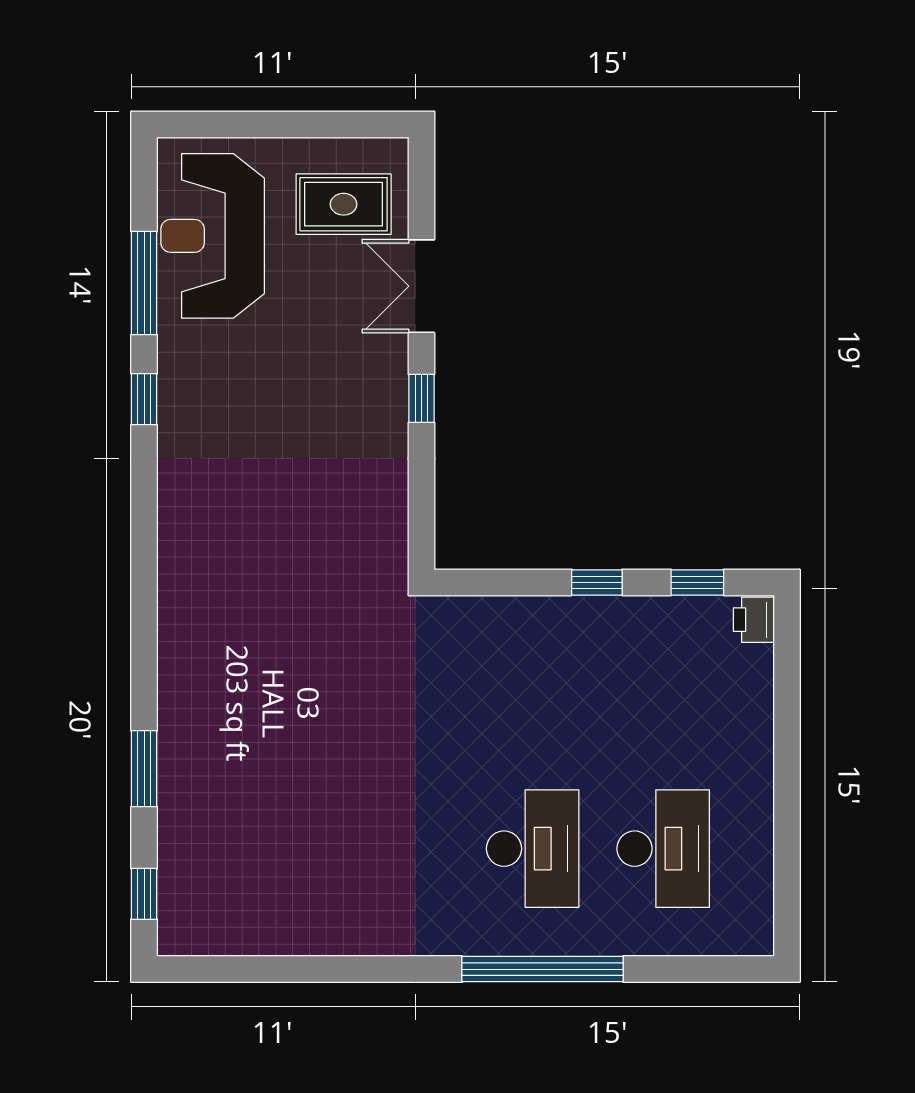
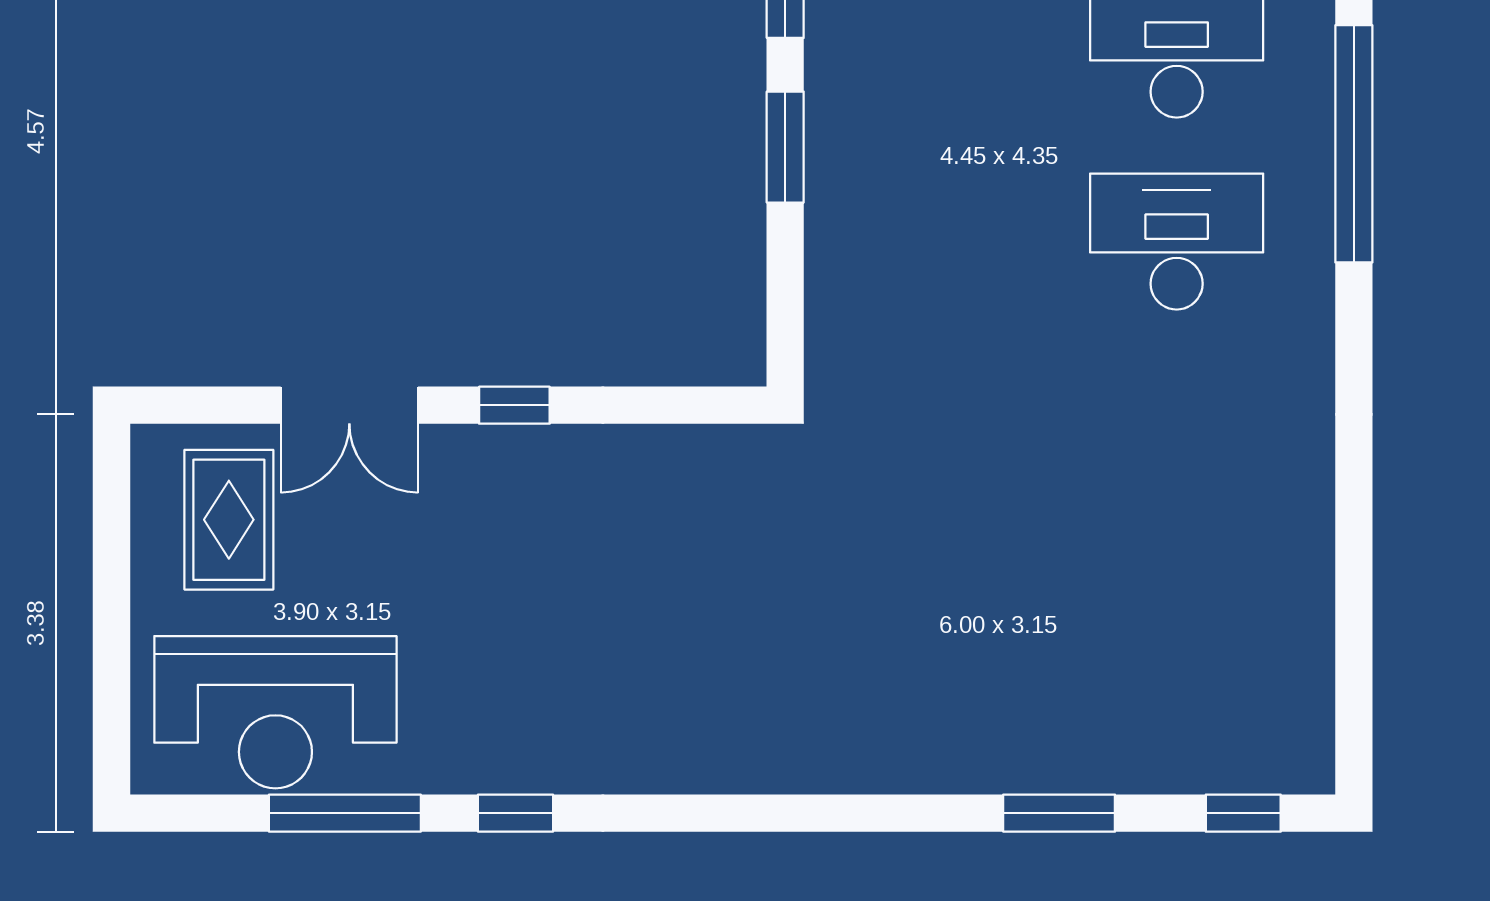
window: (597, 582) -> (785, 147), width x1.50
window: (543, 969) -> (1354, 144), moved

